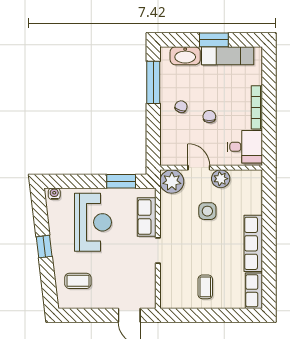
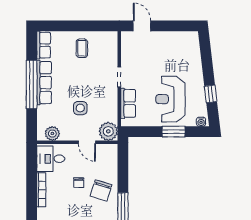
chair: (181, 107) -> (101, 190), width x1.87, depth x1.87
plant: (221, 179) -> (52, 134), moved
window: (121, 181) -> (174, 132), moved
window: (269, 241) -> (32, 84), added
window: (44, 247) -> (211, 94), moved
coffee table: (78, 281) -> (182, 53), removed

